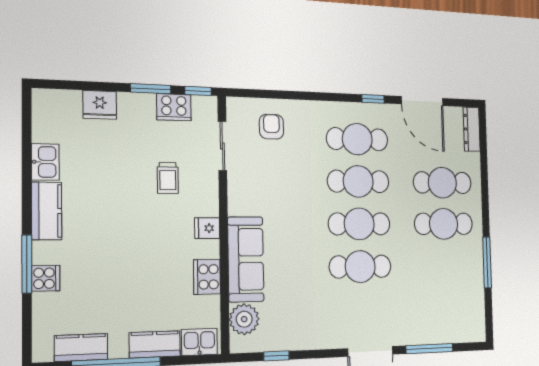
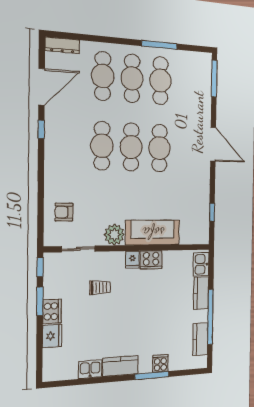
cooker: (174, 107) -> (52, 311), moved
cafe table: (357, 139) -> (160, 81), moved
cooker: (207, 277) -> (151, 260), moved
plant: (244, 319) -> (114, 235), moved
window: (430, 349) -> (214, 79), moved

